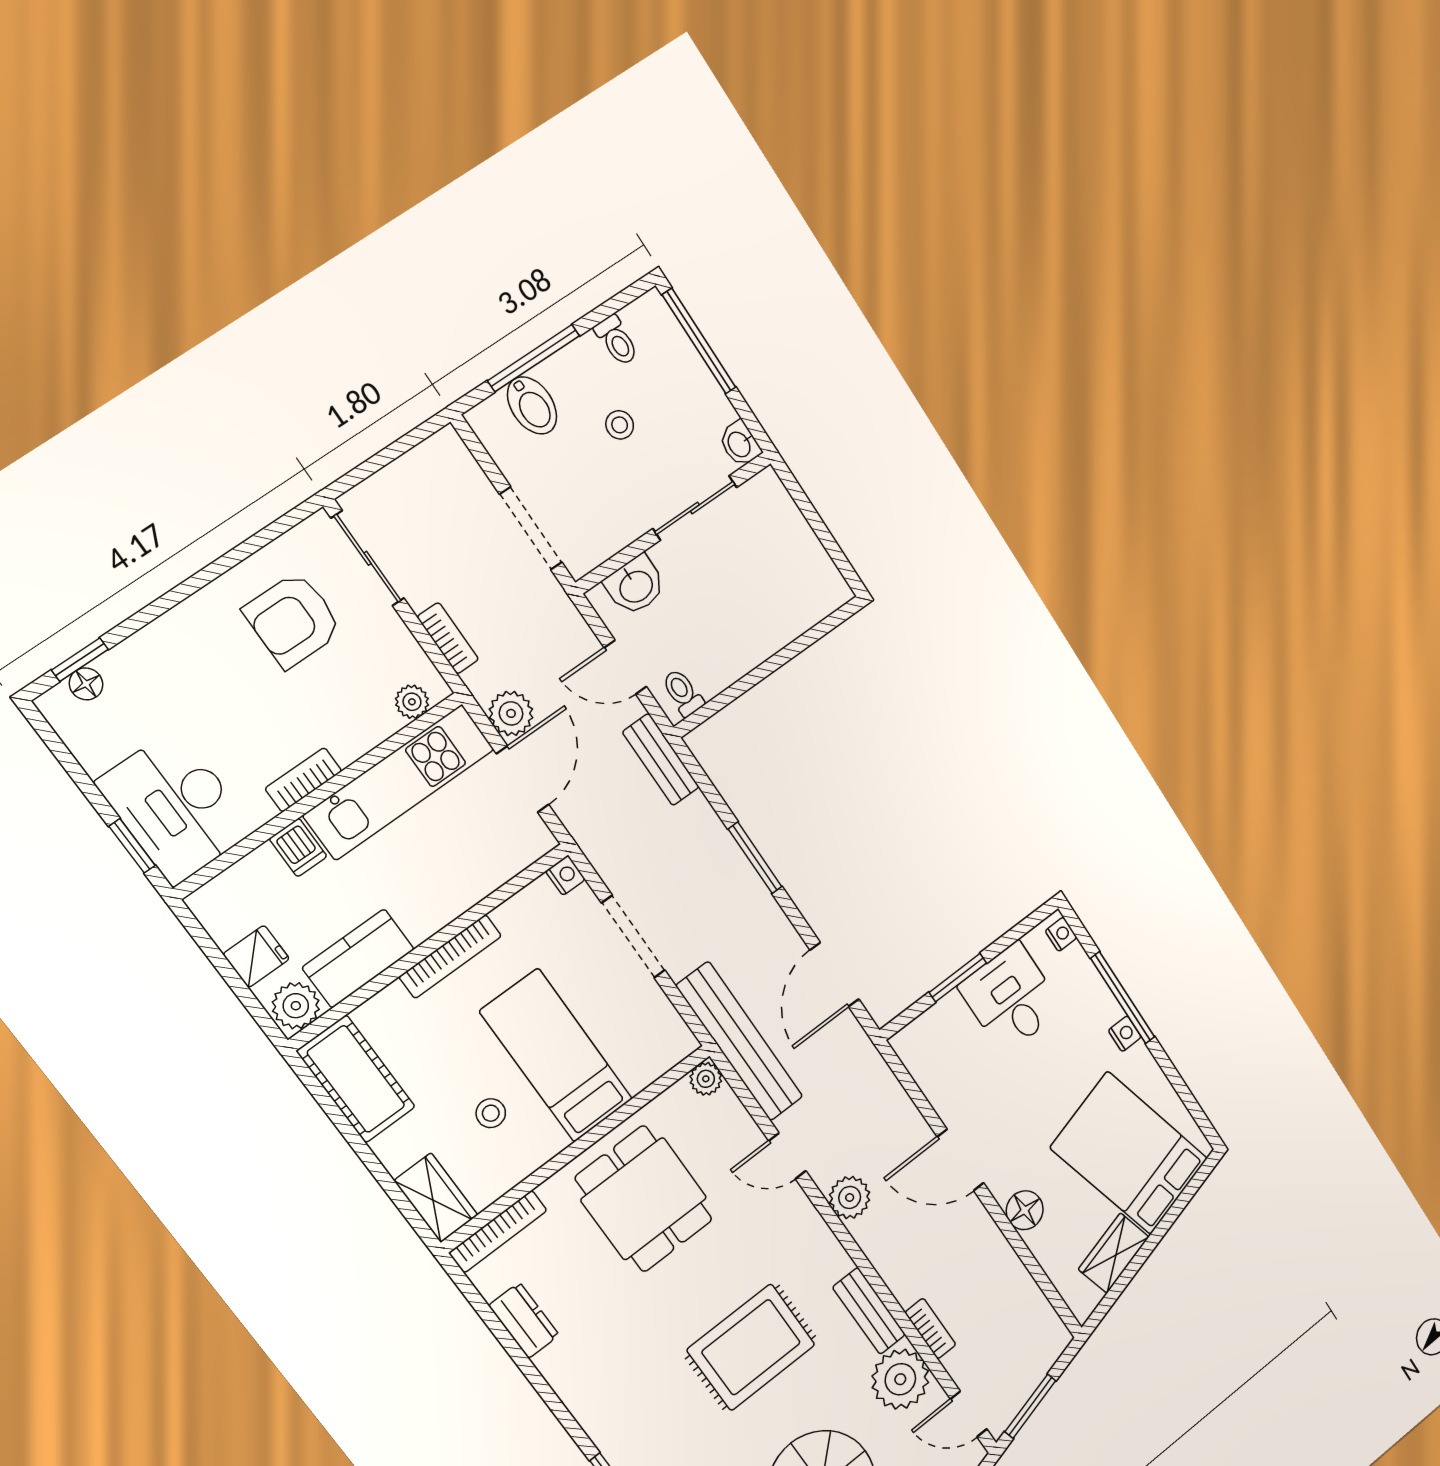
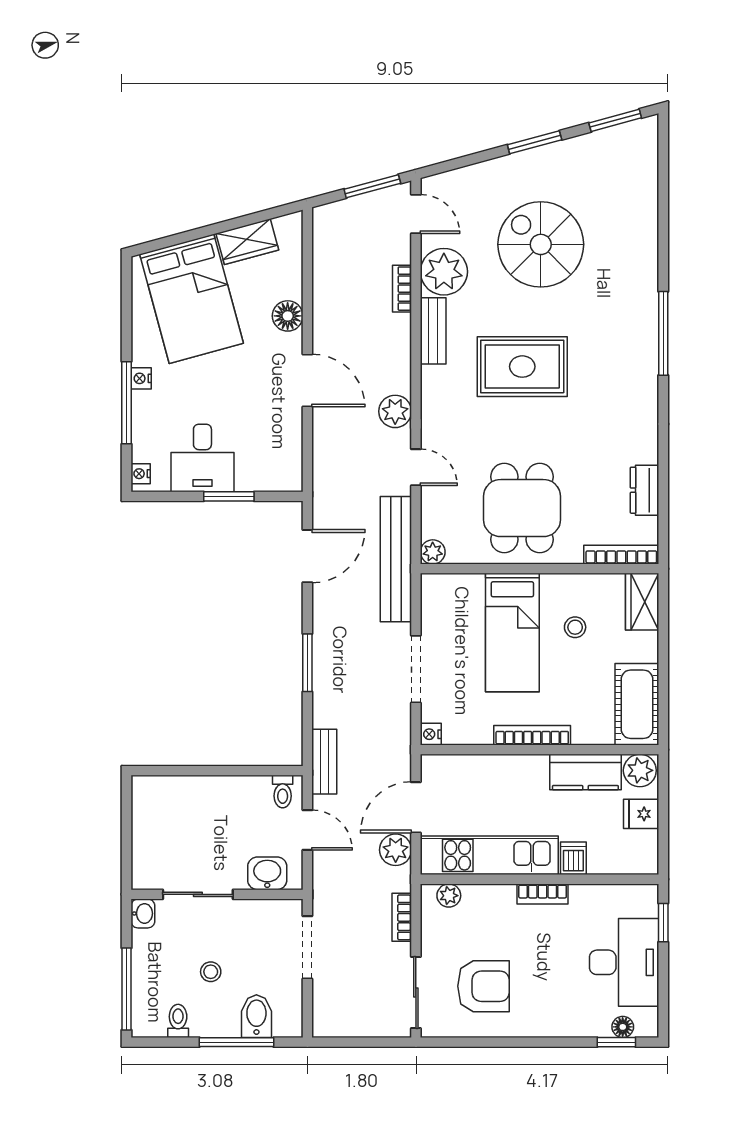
desk: (175, 807) -> (624, 962), moved

